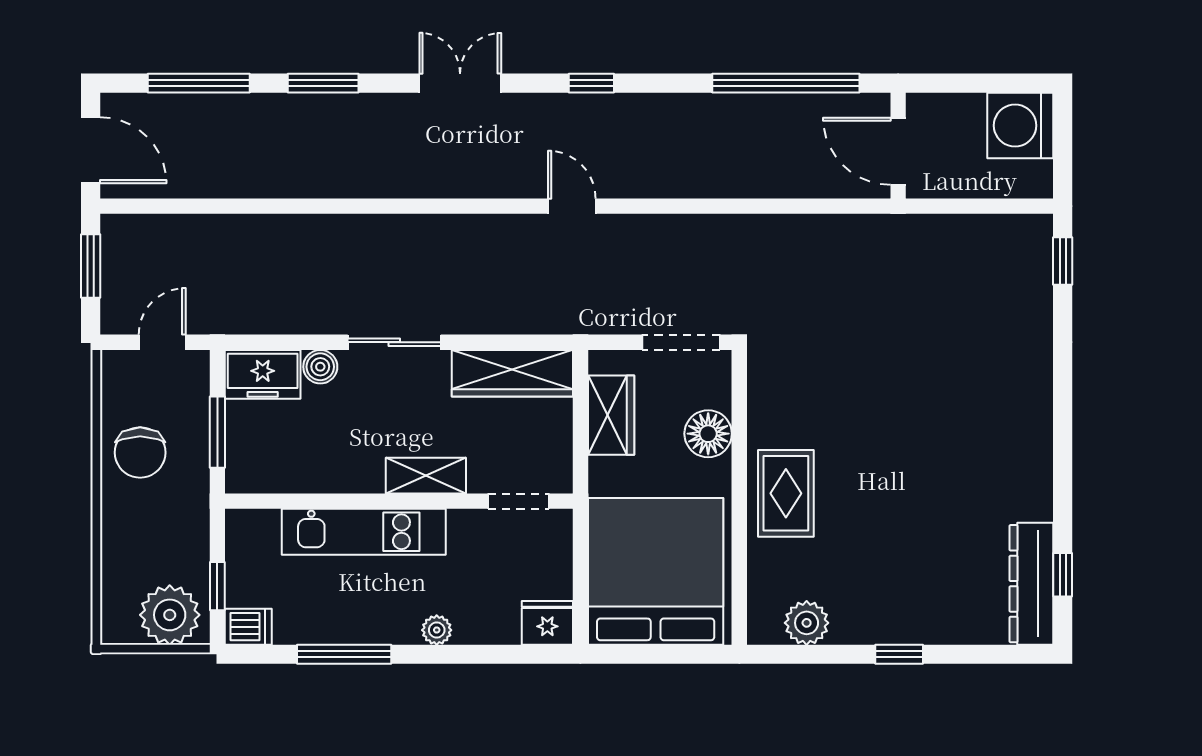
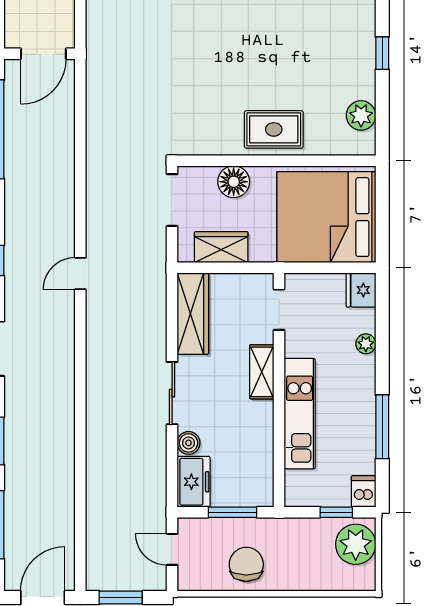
chair: (140, 453) -> (246, 564), turned -90
plant: (437, 630) -> (366, 344), moved

